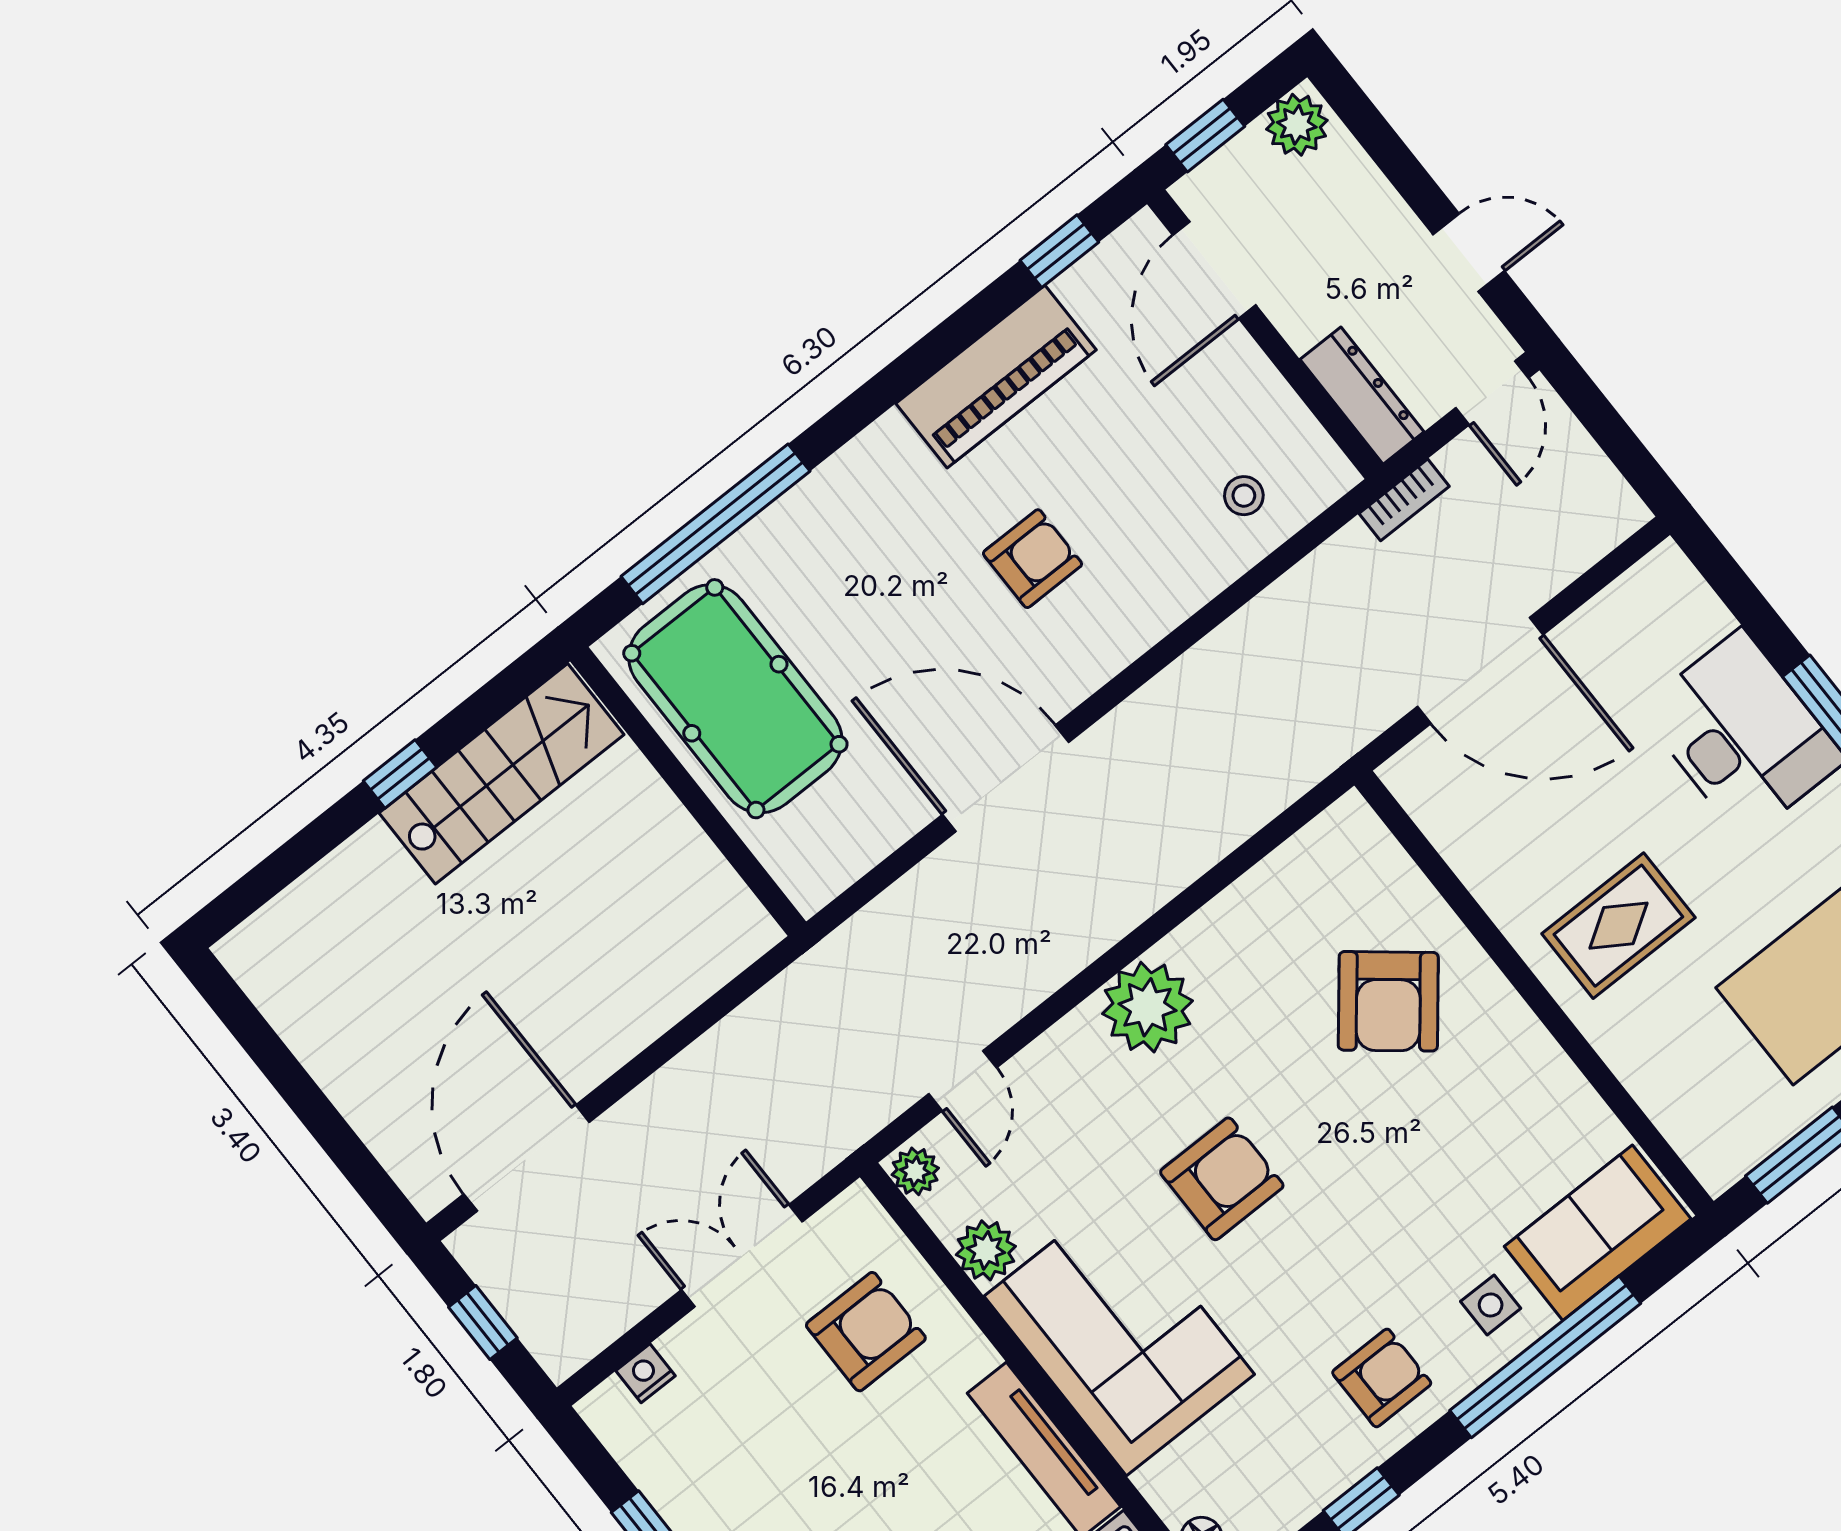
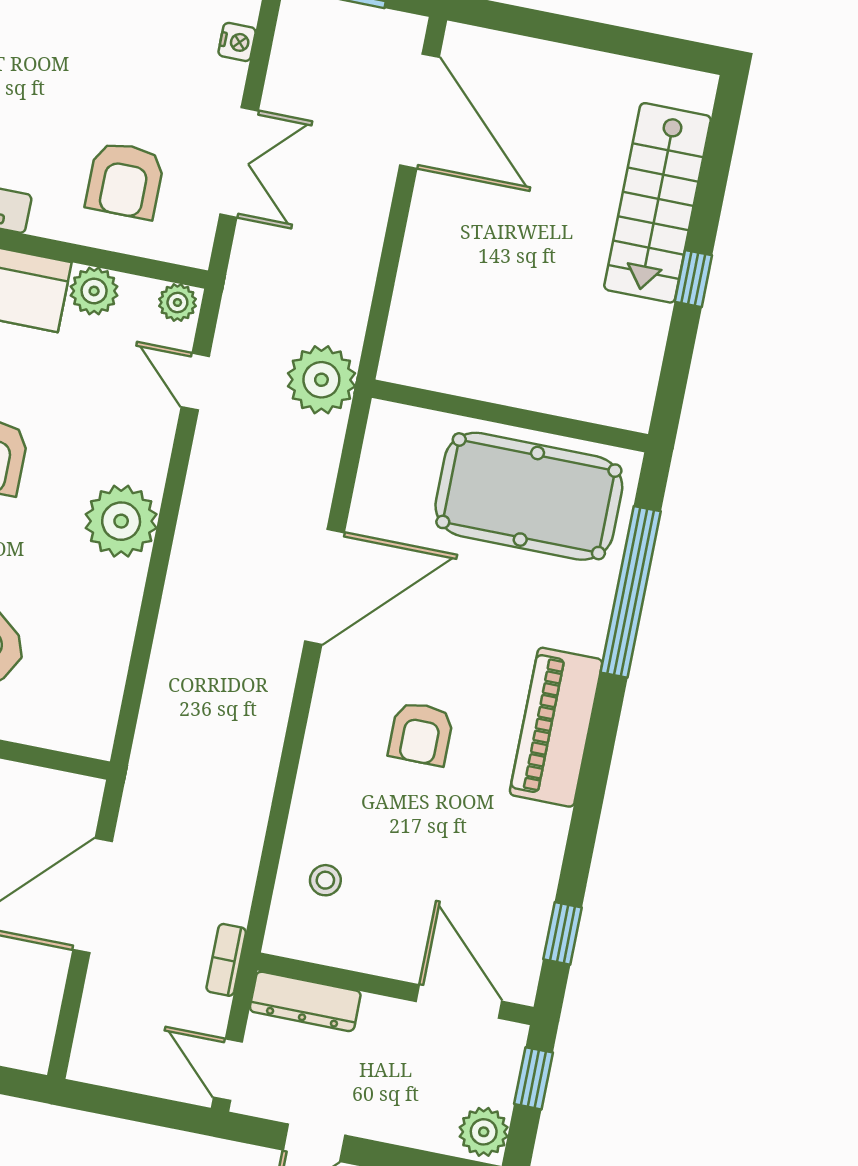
piano: (996, 377) -> (556, 727), moved
stairs: (501, 774) -> (658, 203), moved
plant: (840, 980) -> (321, 380), added

